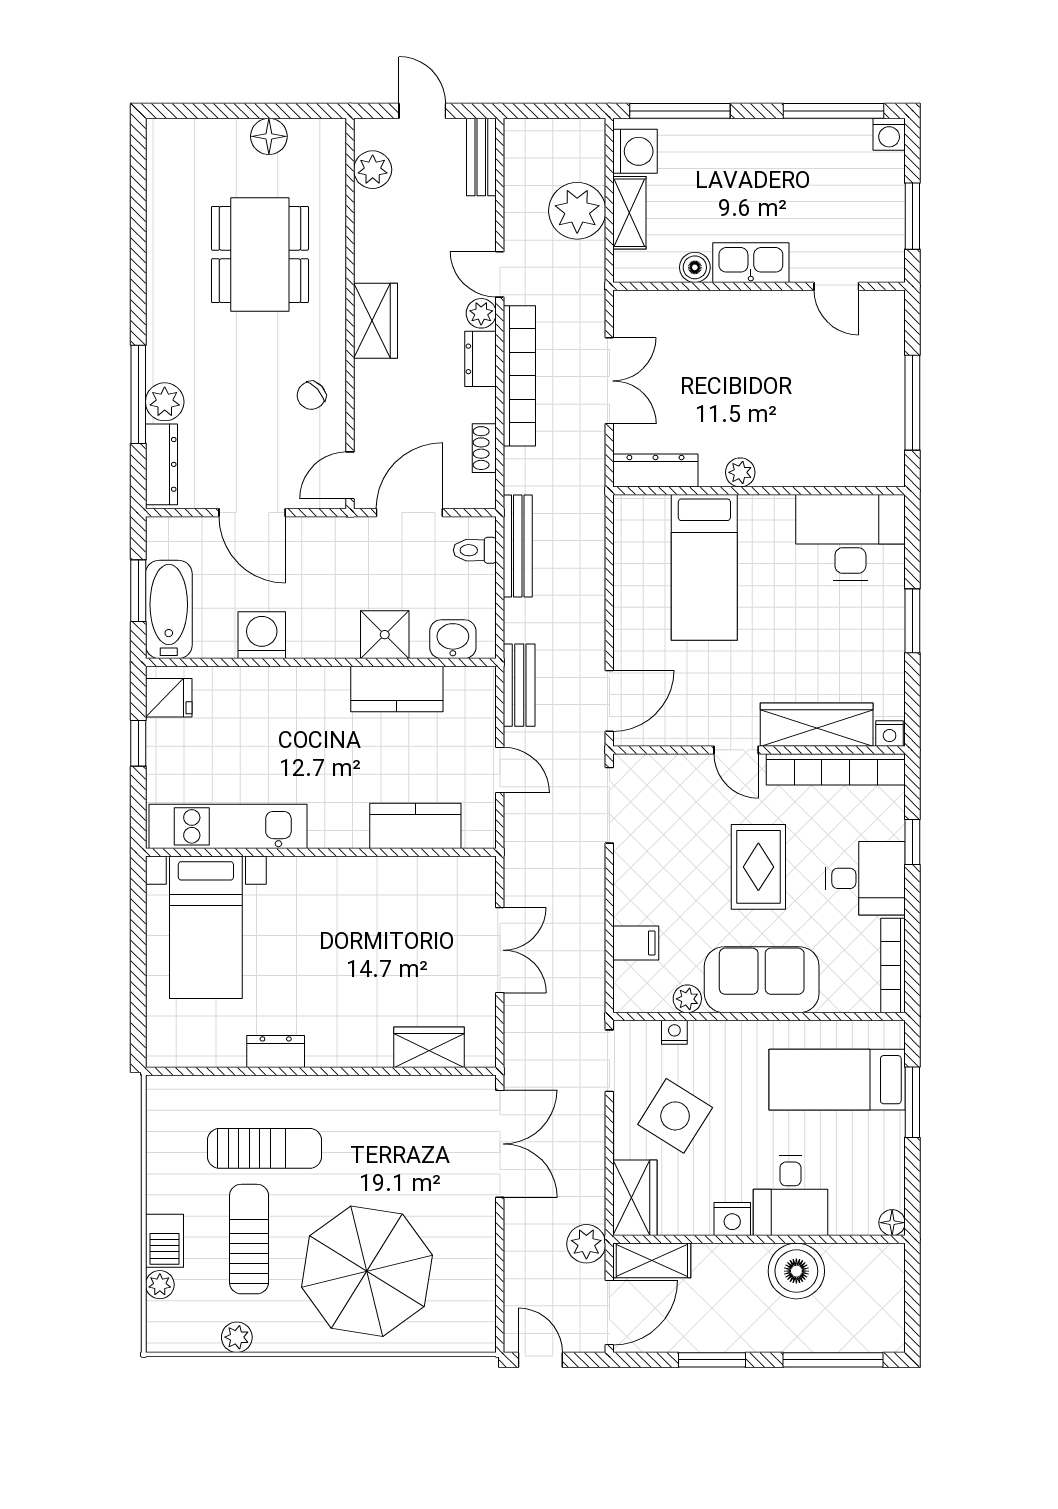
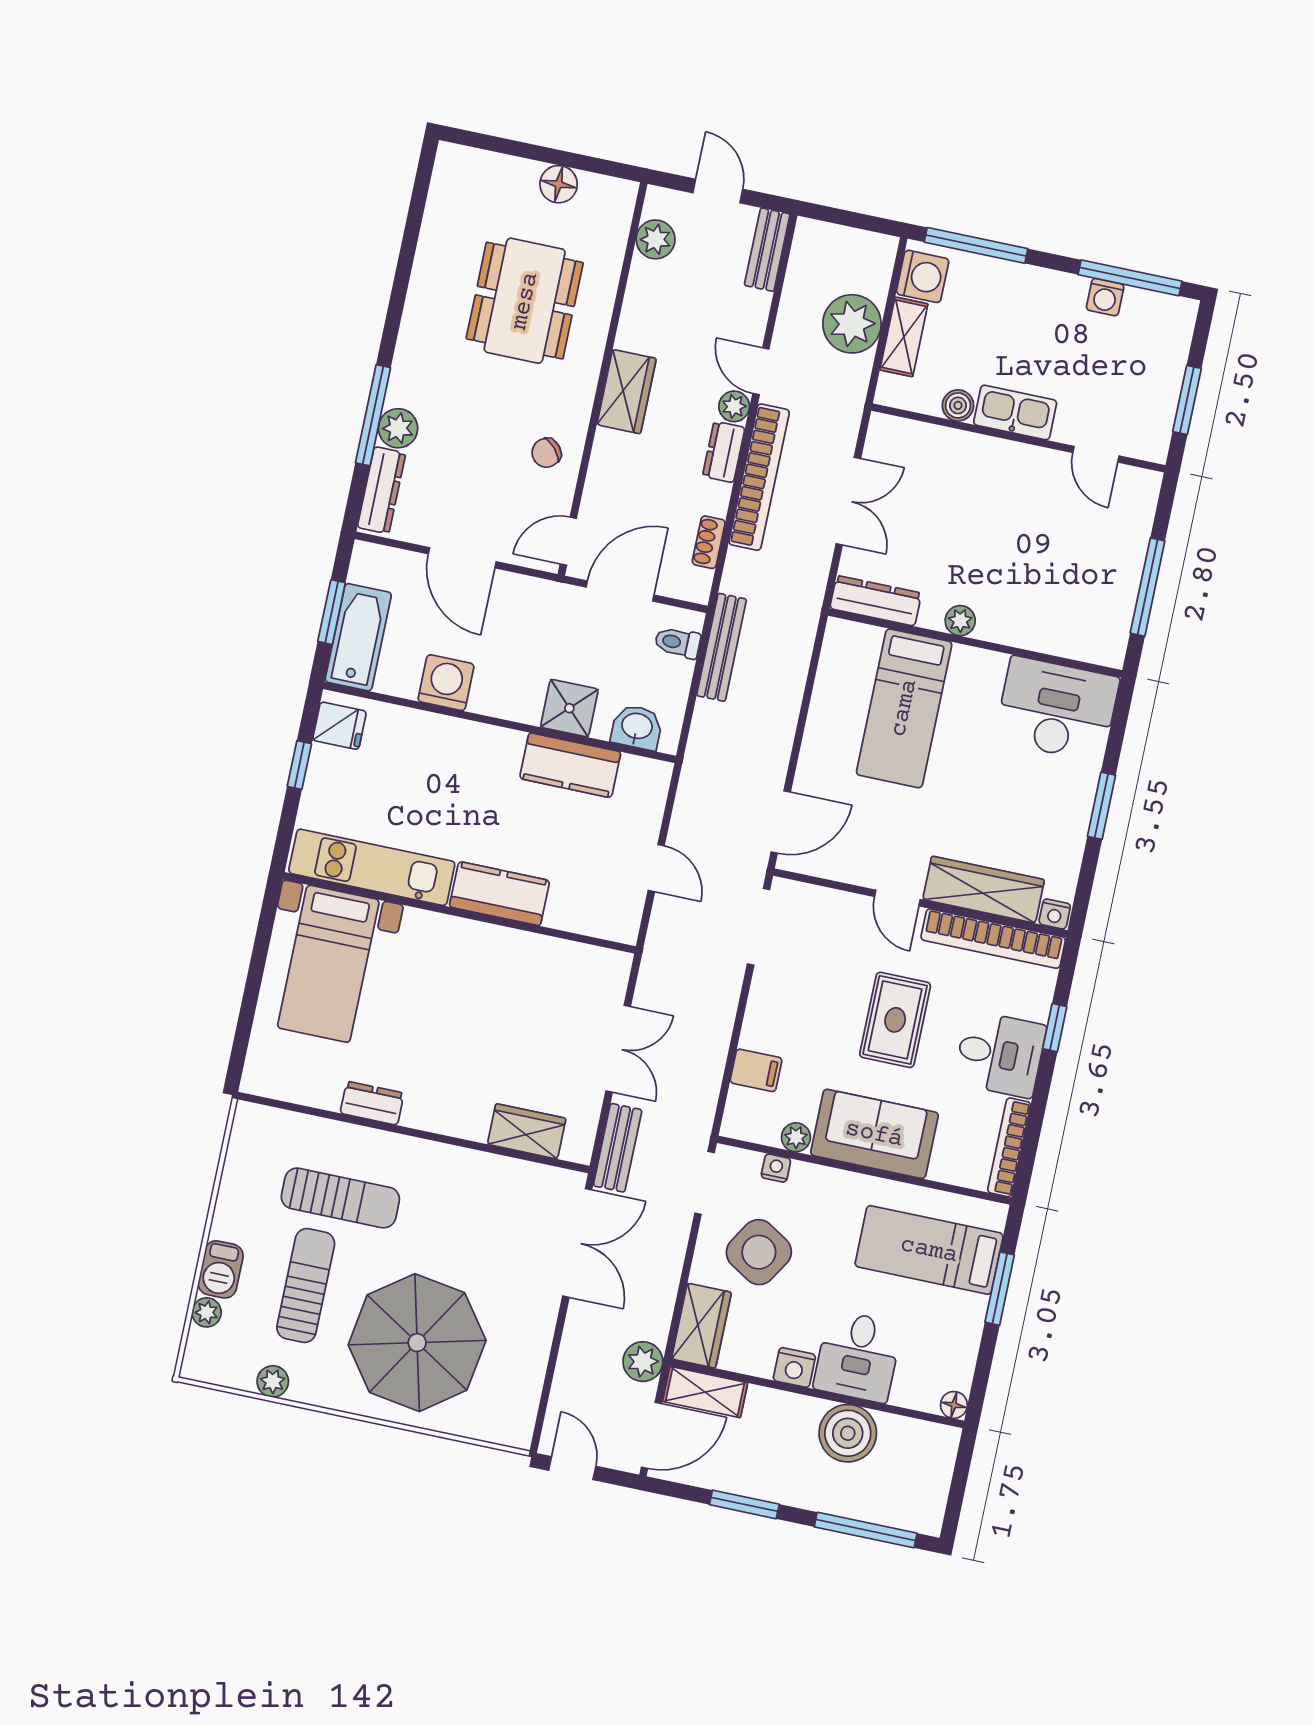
washing machine: (889, 134) -> (1105, 297), moved
bench: (519, 685) -> (618, 1148), moved
kitchen counter: (415, 826) -> (499, 894), moved

